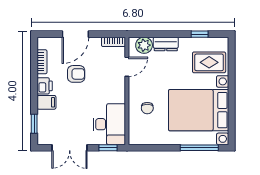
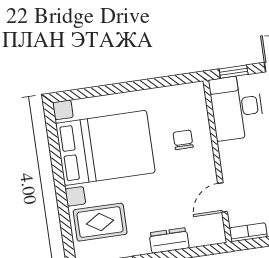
plant: (144, 45) -> (202, 234), removed
window: (199, 148) -> (96, 91), removed

